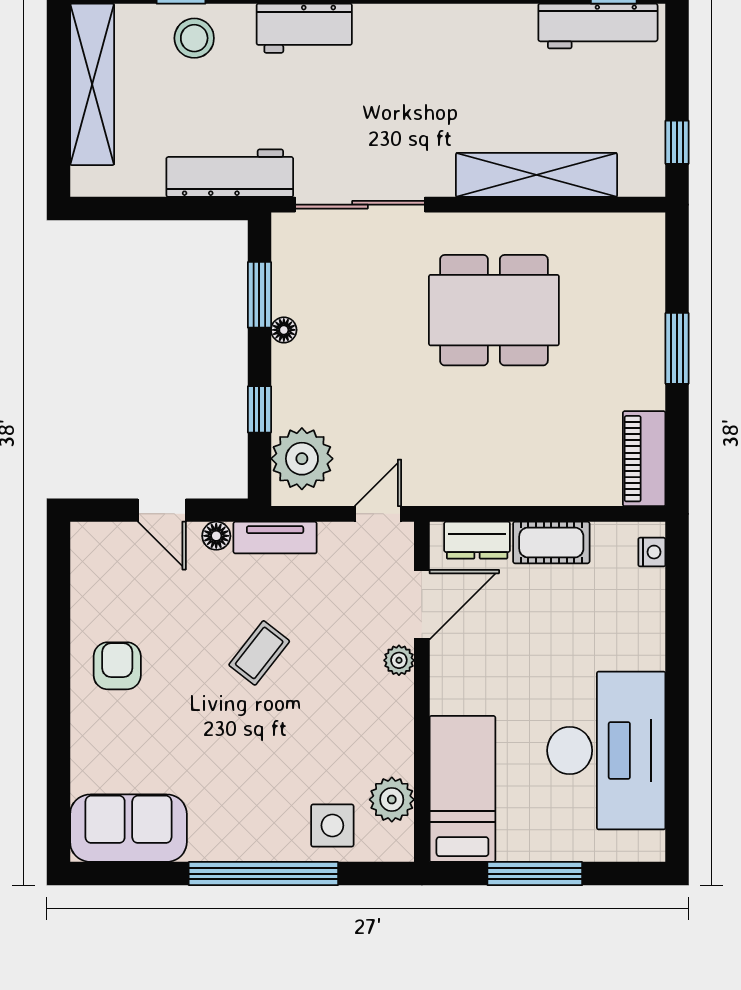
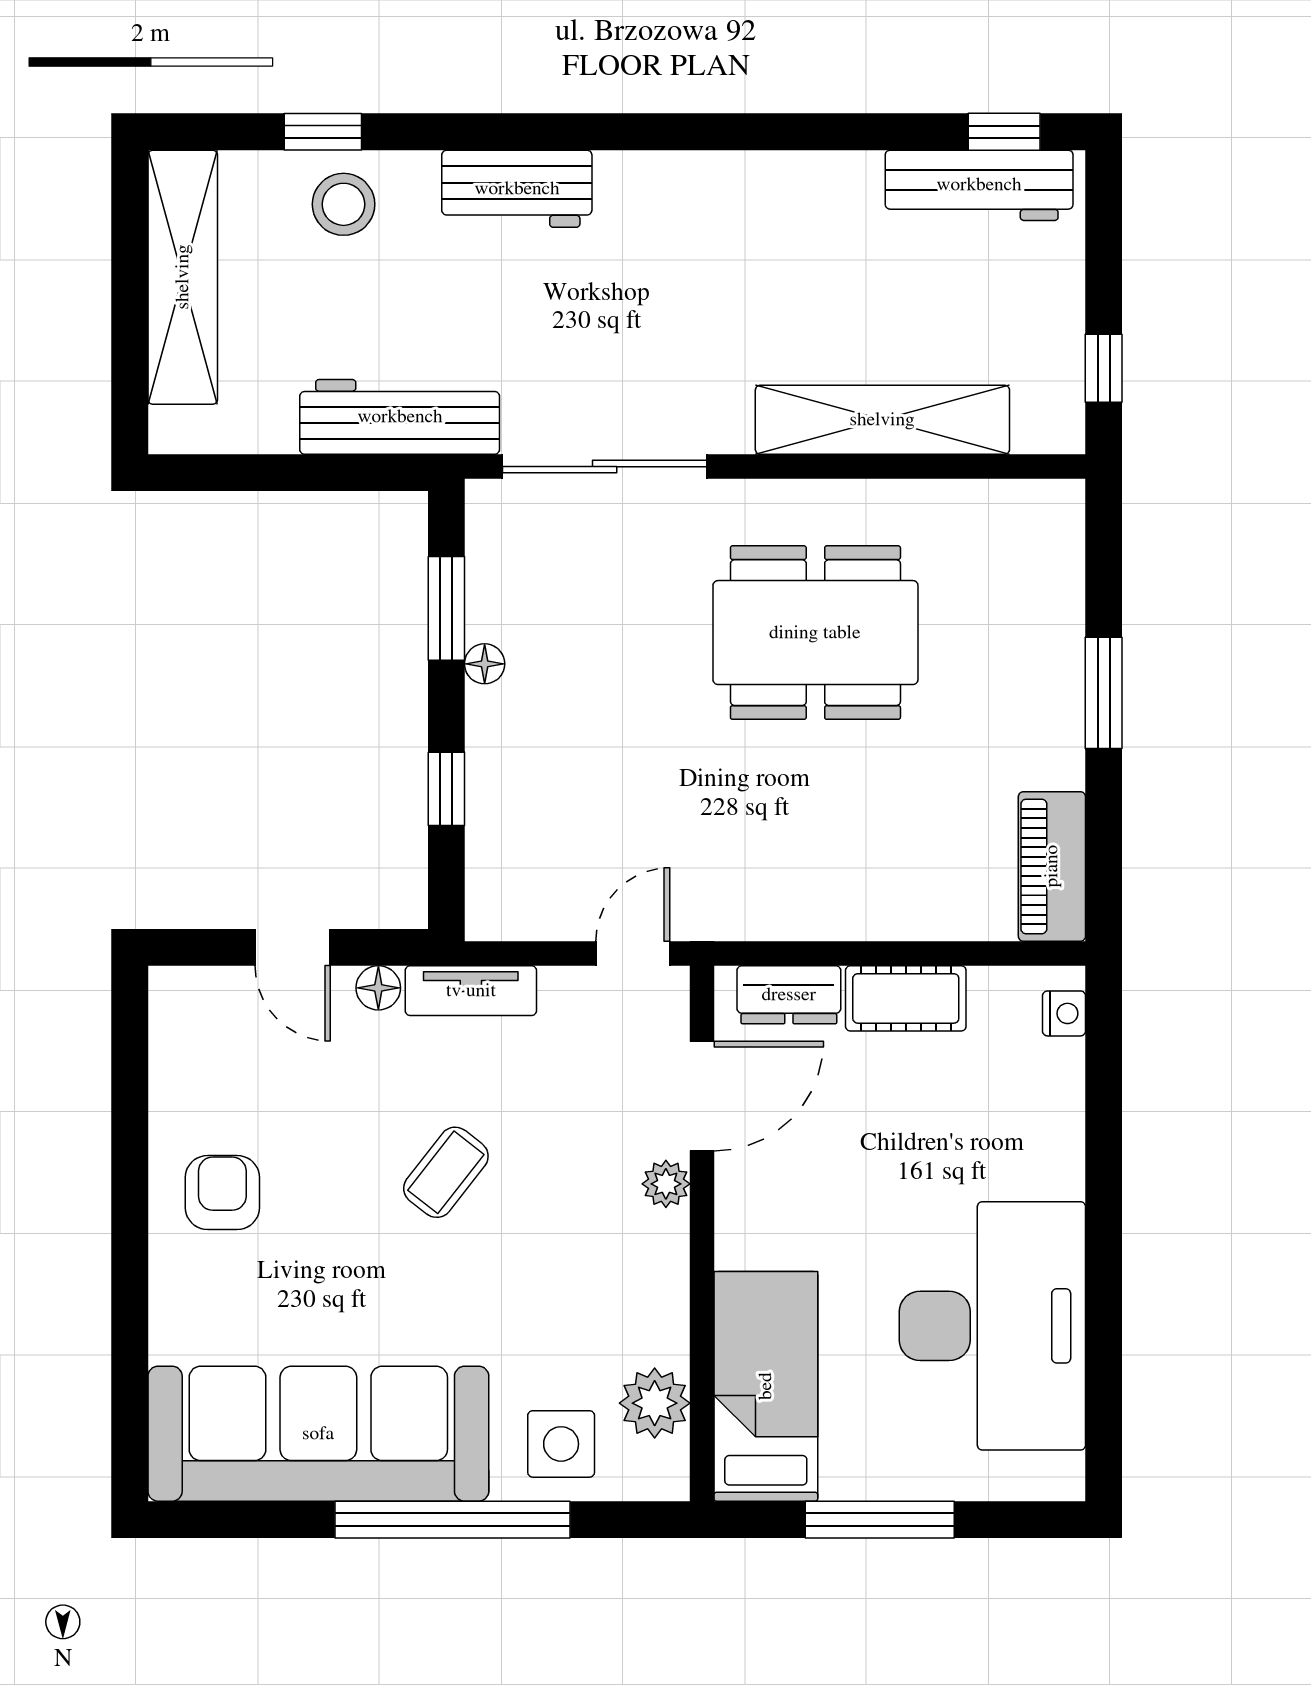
plant: (302, 459) -> (513, 866), removed
sofa: (128, 828) -> (318, 1434), width x1.85, depth x1.27

